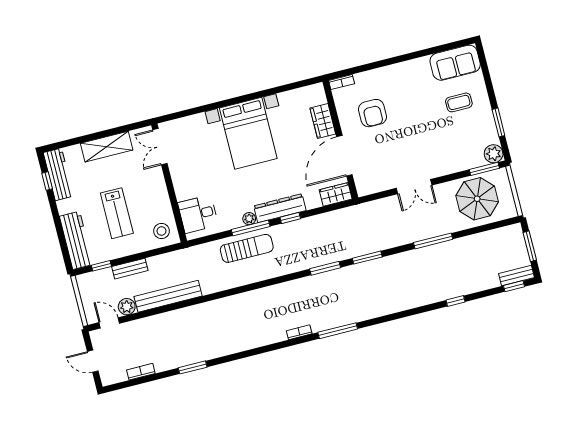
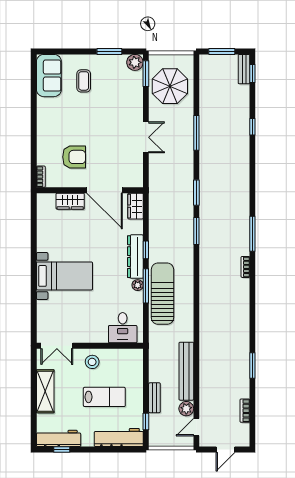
bed with nightstands: (248, 133) -> (64, 276), width x0.73
stool: (161, 231) -> (92, 362), moved
sun lounger: (247, 248) -> (162, 294), width x1.36, depth x1.34

